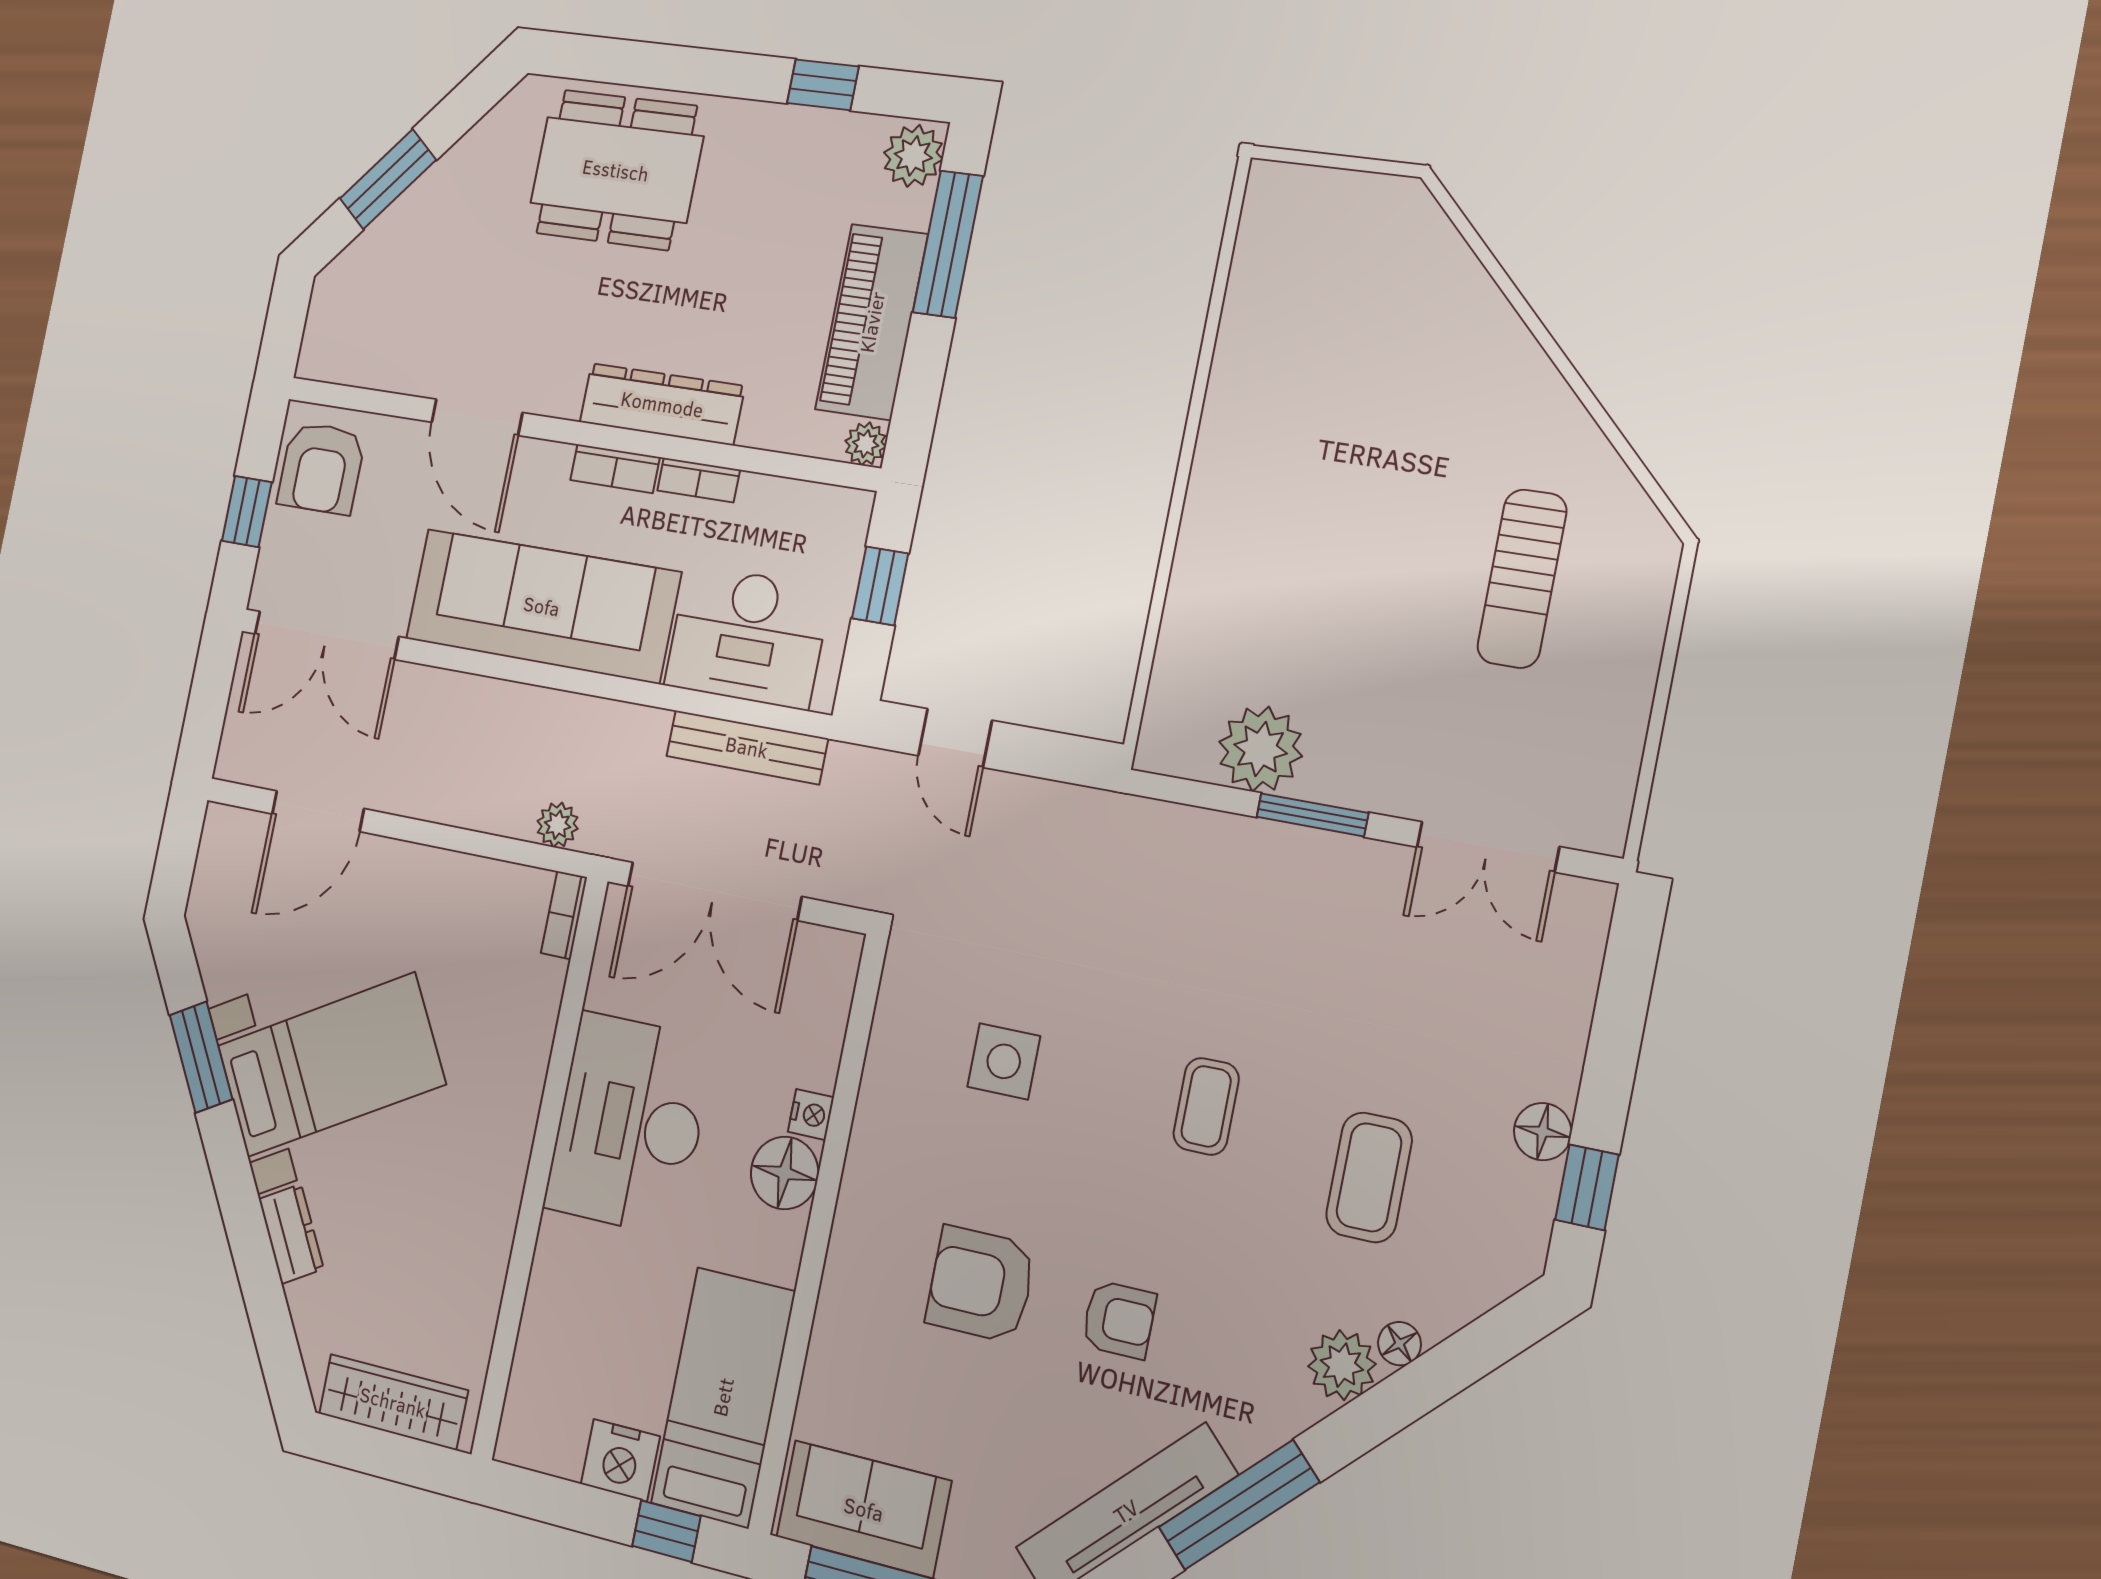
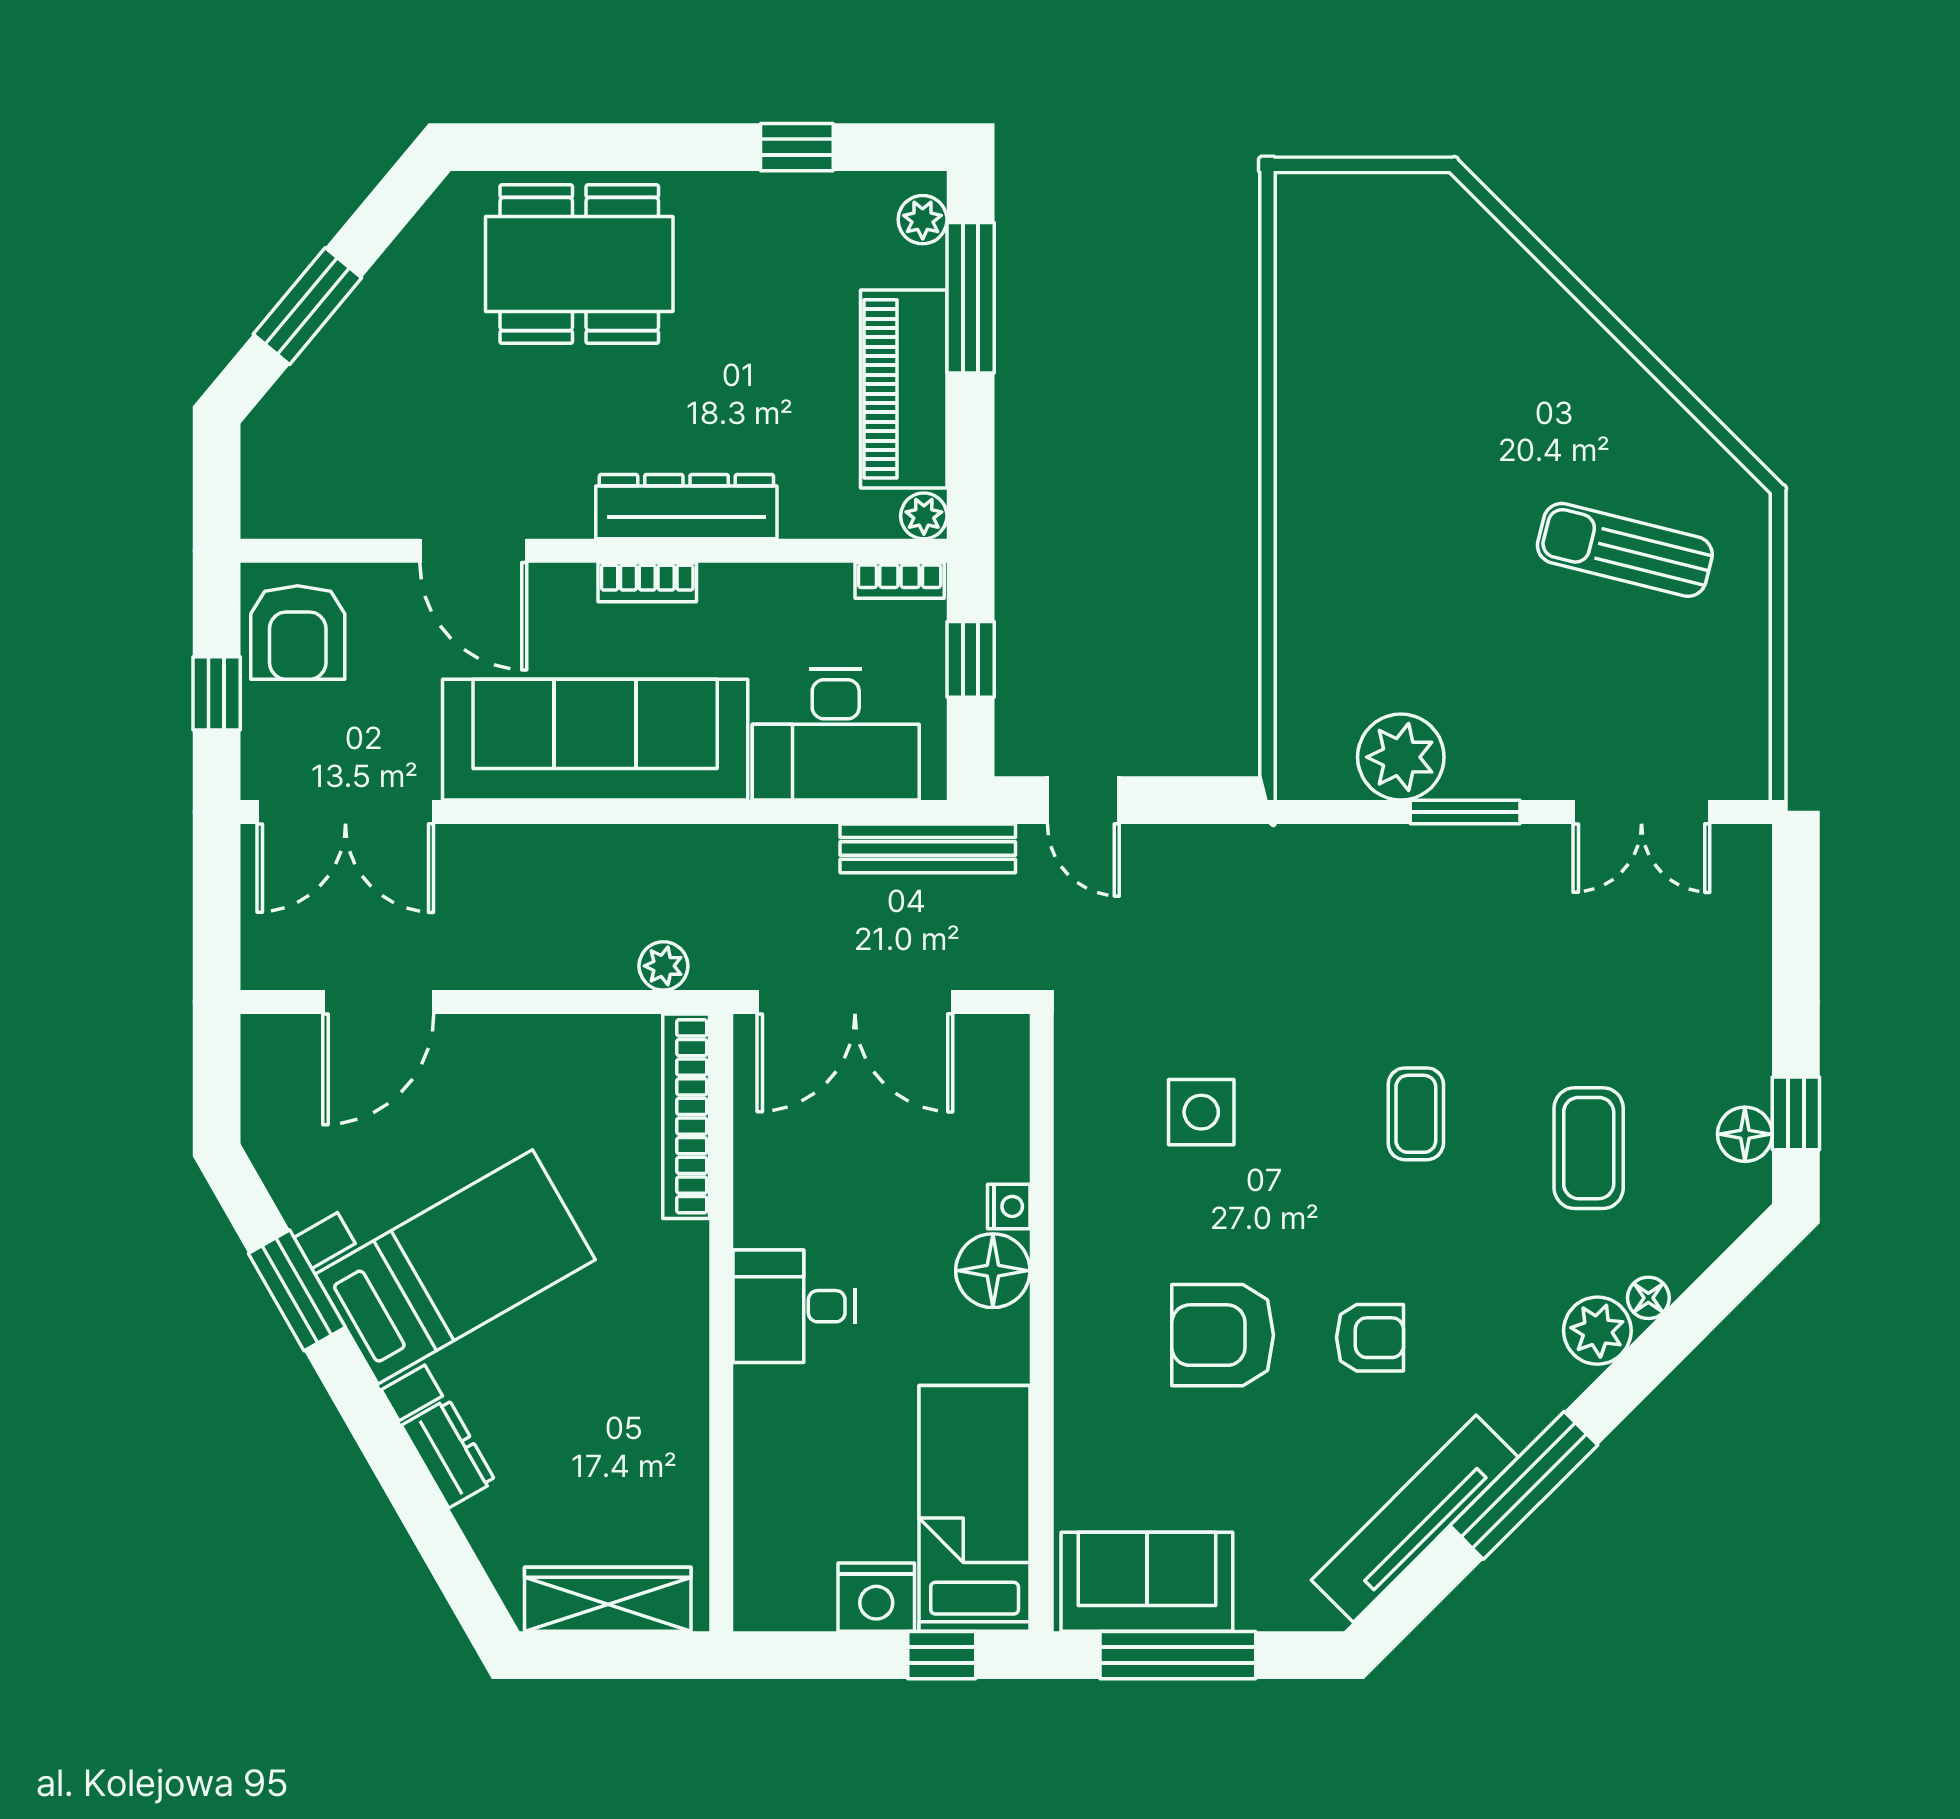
plant: (913, 156) -> (923, 220), width x0.73, depth x0.73
bookcase: (699, 480) -> (900, 580), moved
sun lounger: (1522, 579) -> (1625, 550), turned 104
bench: (747, 747) -> (928, 848), moved
bookcase: (564, 915) -> (686, 1116), width x2.31, depth x1.31
desk: (629, 1124) -> (794, 1306), width x0.53, depth x0.77
floor lamp: (1543, 1132) -> (1745, 1134), moved

